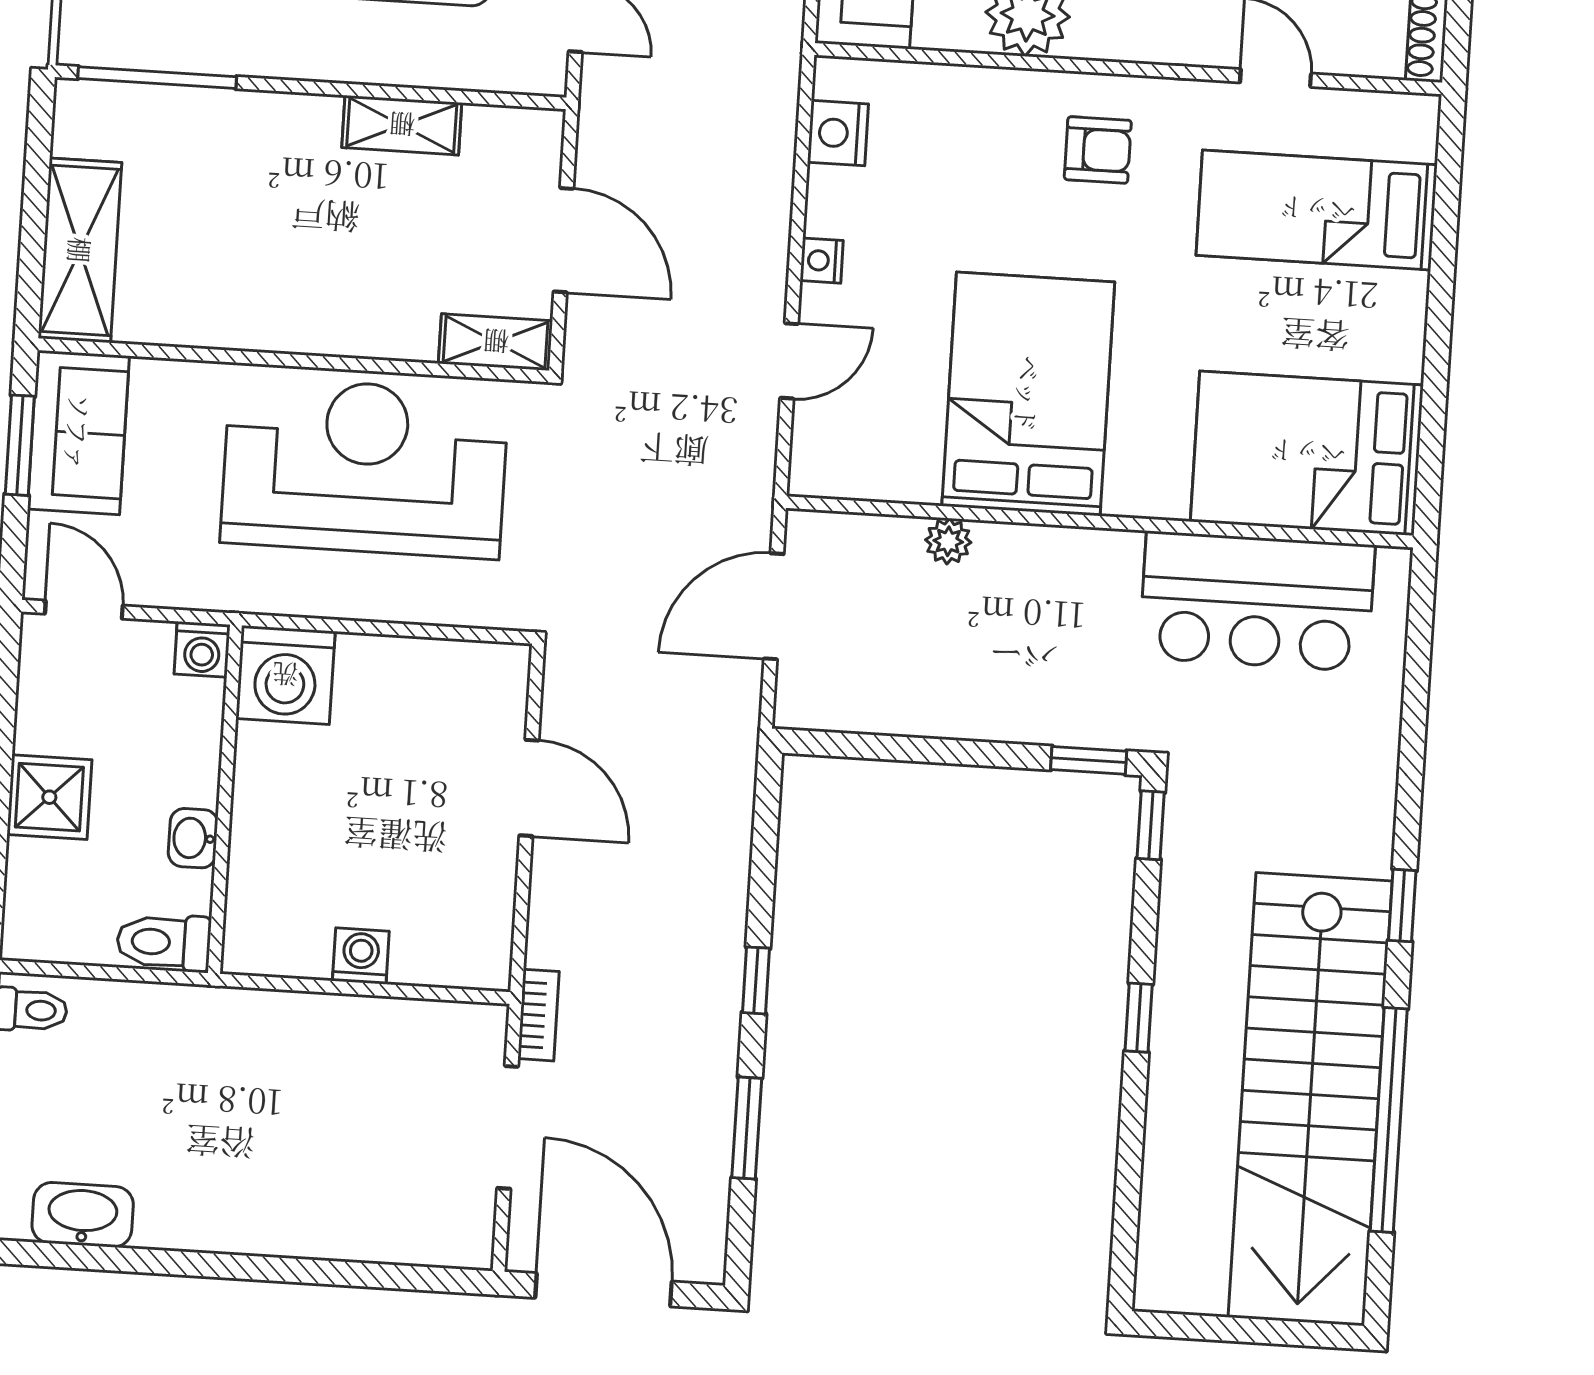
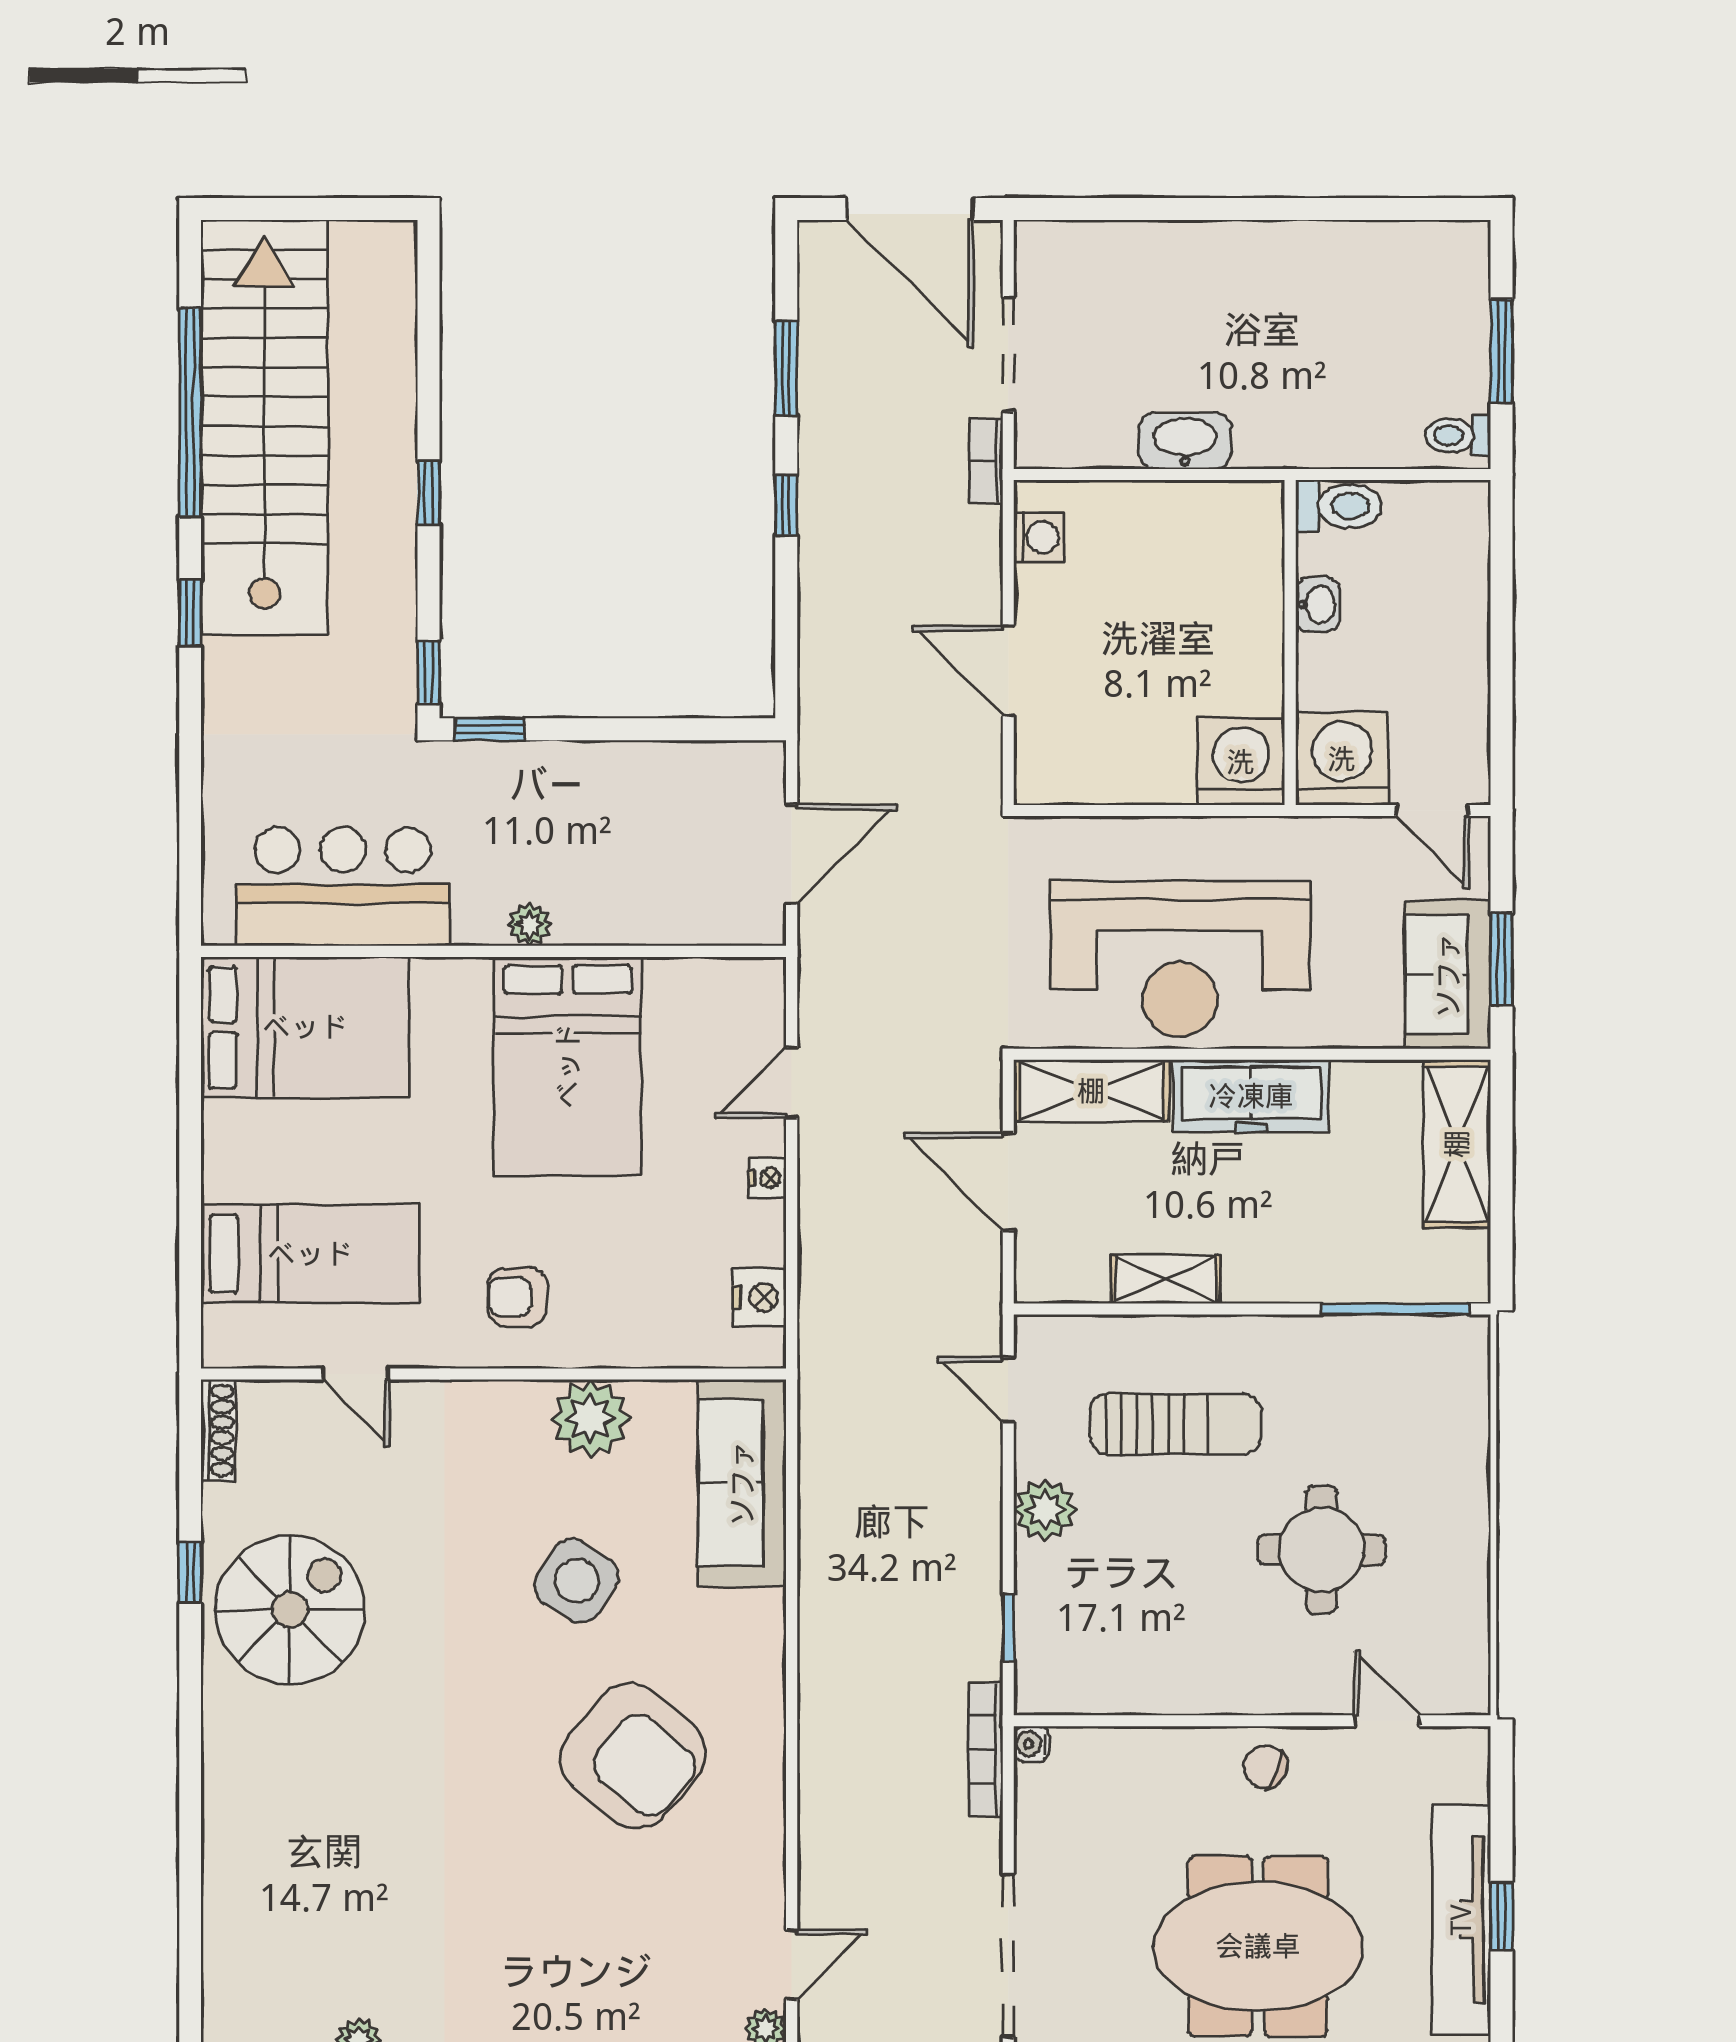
freezer: (297, 316) -> (1251, 1096), added
shelving: (496, 342) -> (1091, 1091), width x1.50, depth x1.33
plant: (948, 541) -> (529, 925), moved
washing machine: (202, 649) -> (1342, 759), width x1.89, depth x1.89
shower: (49, 797) -> (1453, 634), removed
washing machine: (361, 956) -> (1039, 537), moved, turned -90
washbasin: (83, 1215) -> (1185, 441), moved, turned 180

